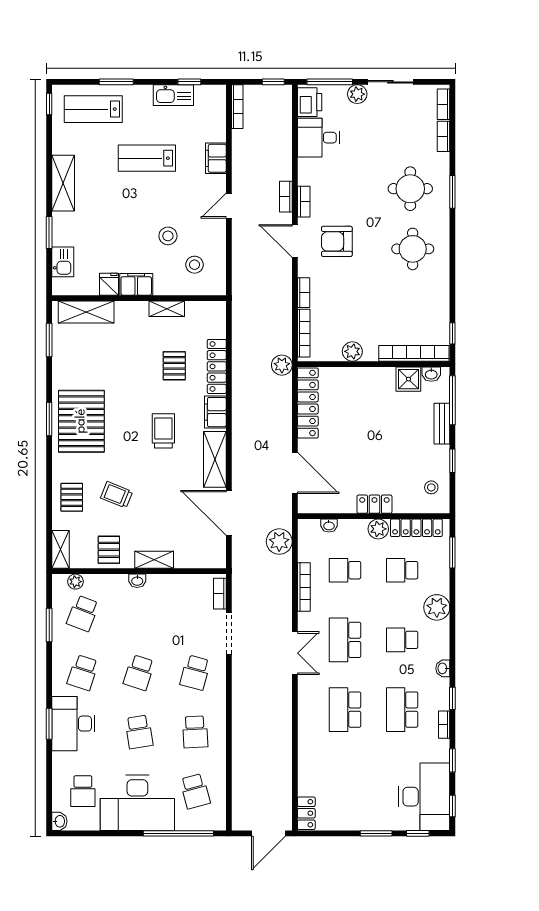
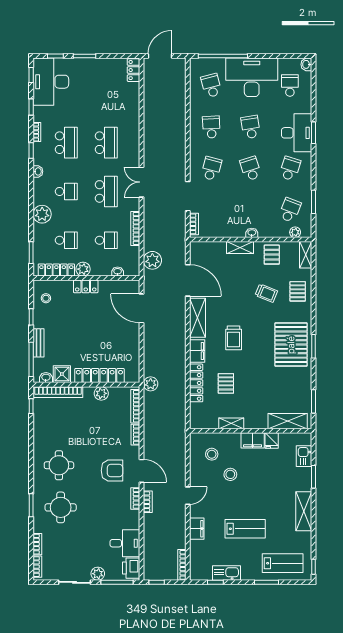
locker: (308, 403) -> (99, 376), moved, turned 90
school desk: (139, 673) -> (251, 169), turned -36

